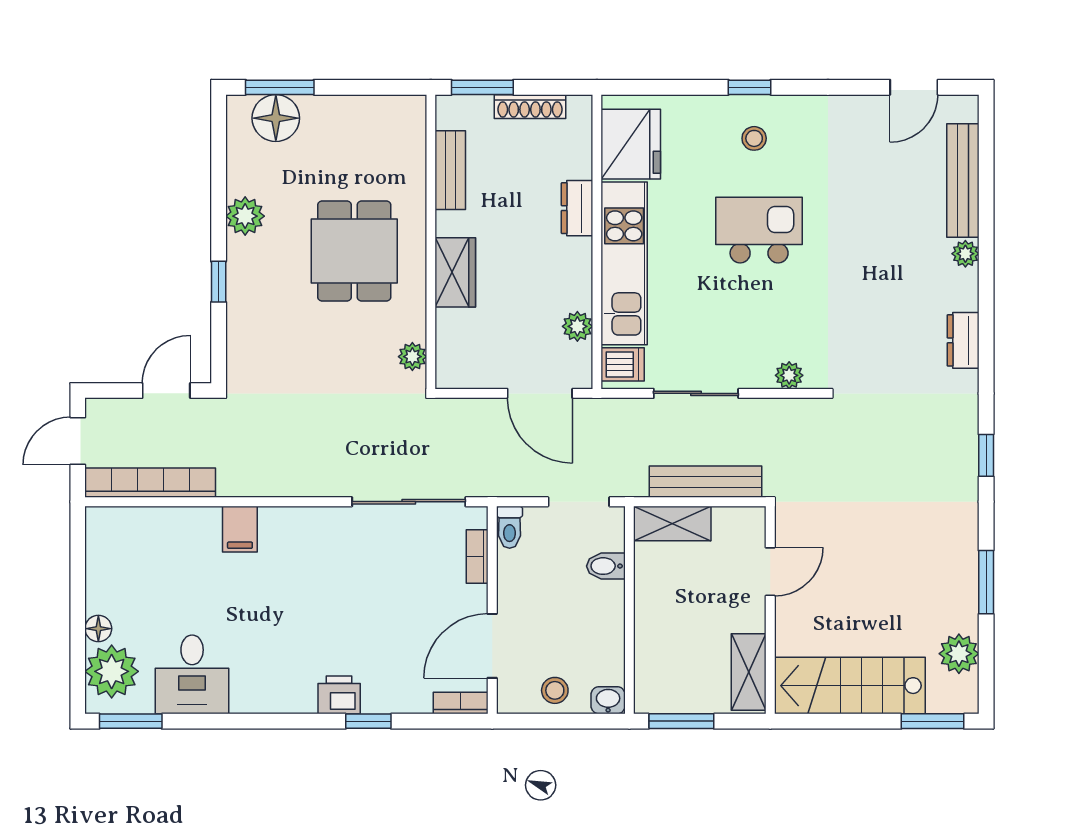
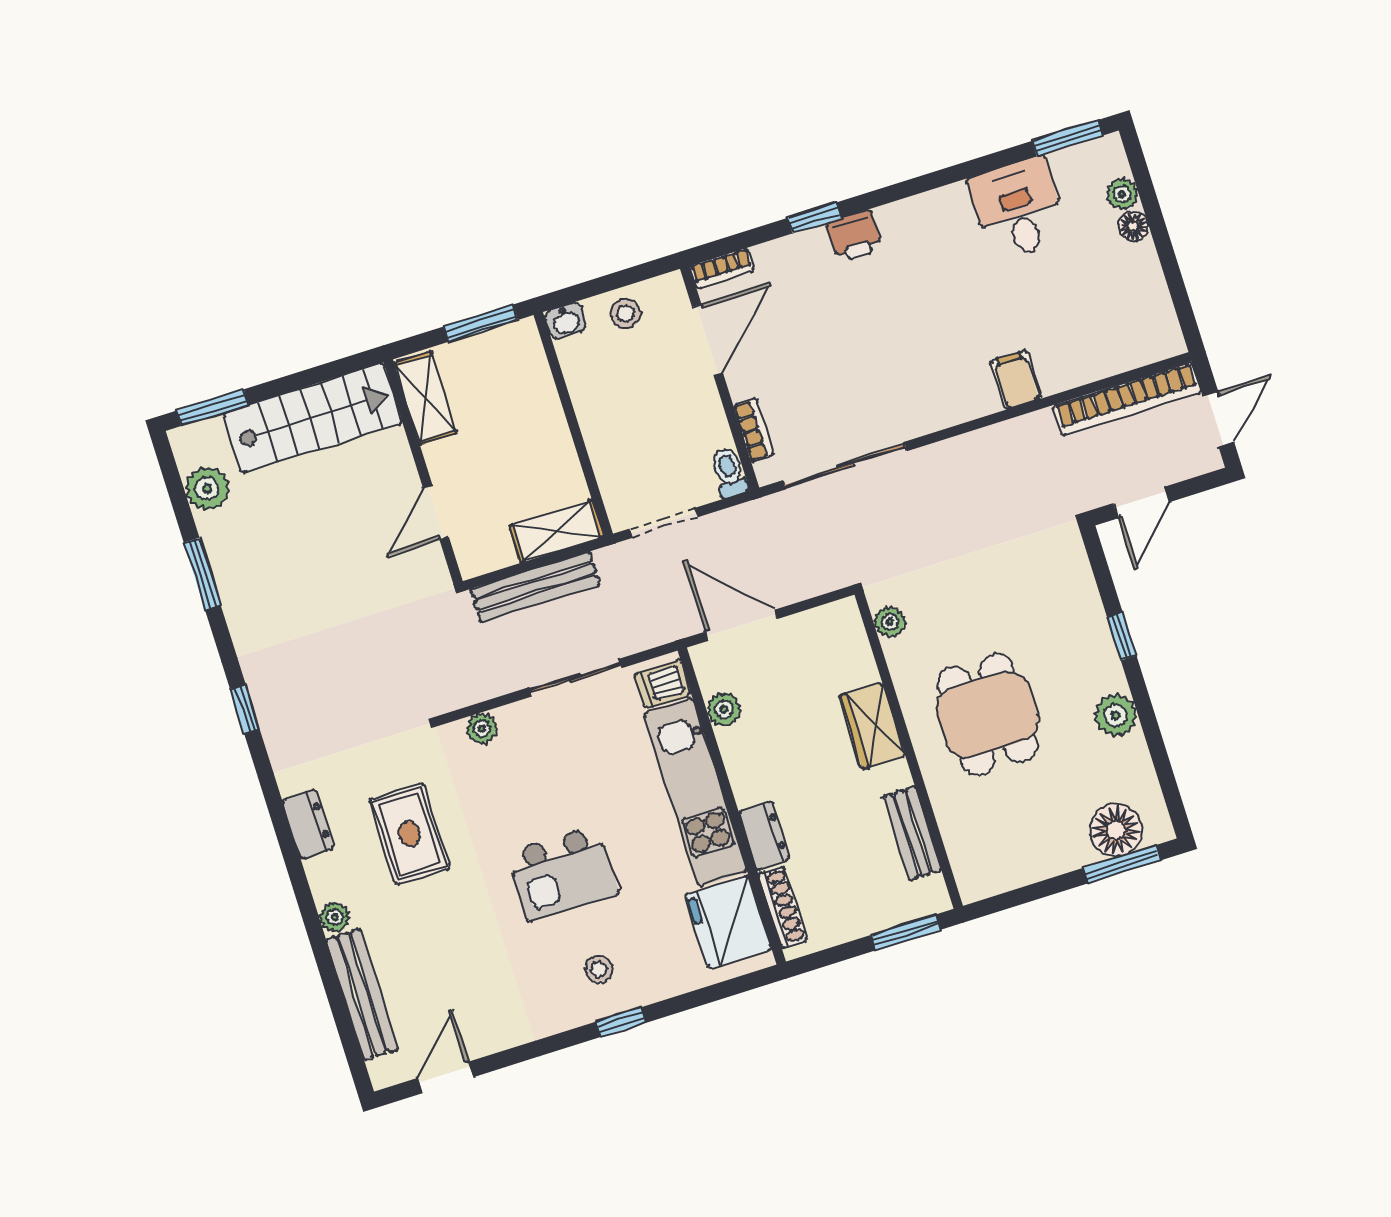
shoe rack: (530, 107) -> (783, 907), moved, turned 90
rug: (879, 305) -> (410, 834), added
bidet: (606, 566) -> (613, 463), removed
plant: (112, 671) -> (1122, 194), width x0.53, depth x0.53

